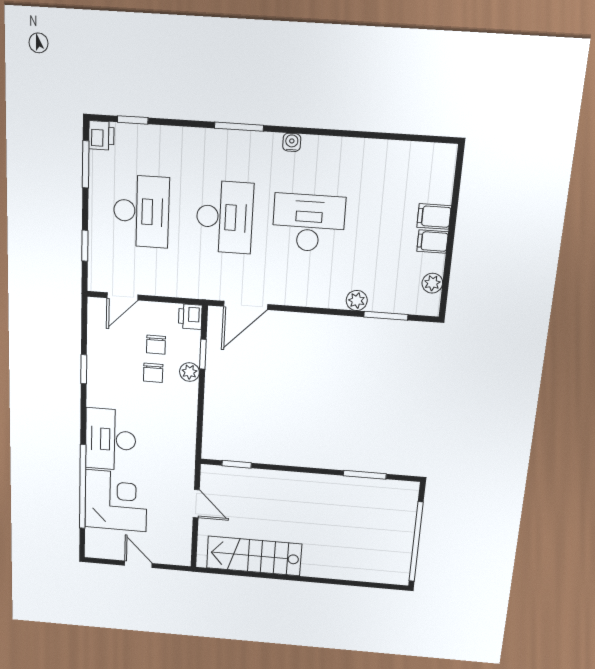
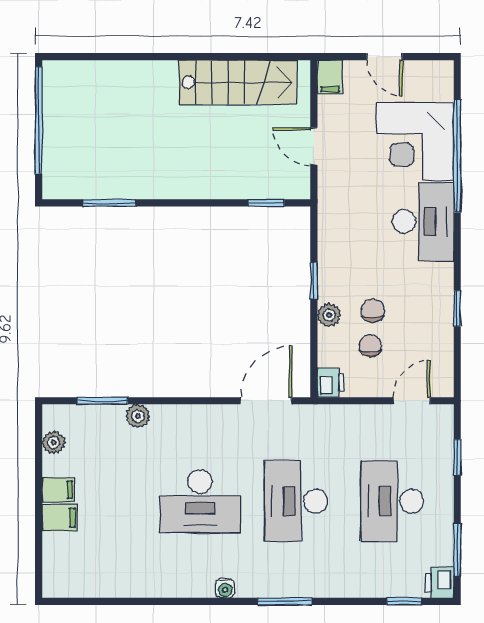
window: (203, 354) -> (314, 280), moved
filing cabinet: (181, 553) -> (330, 77), added

